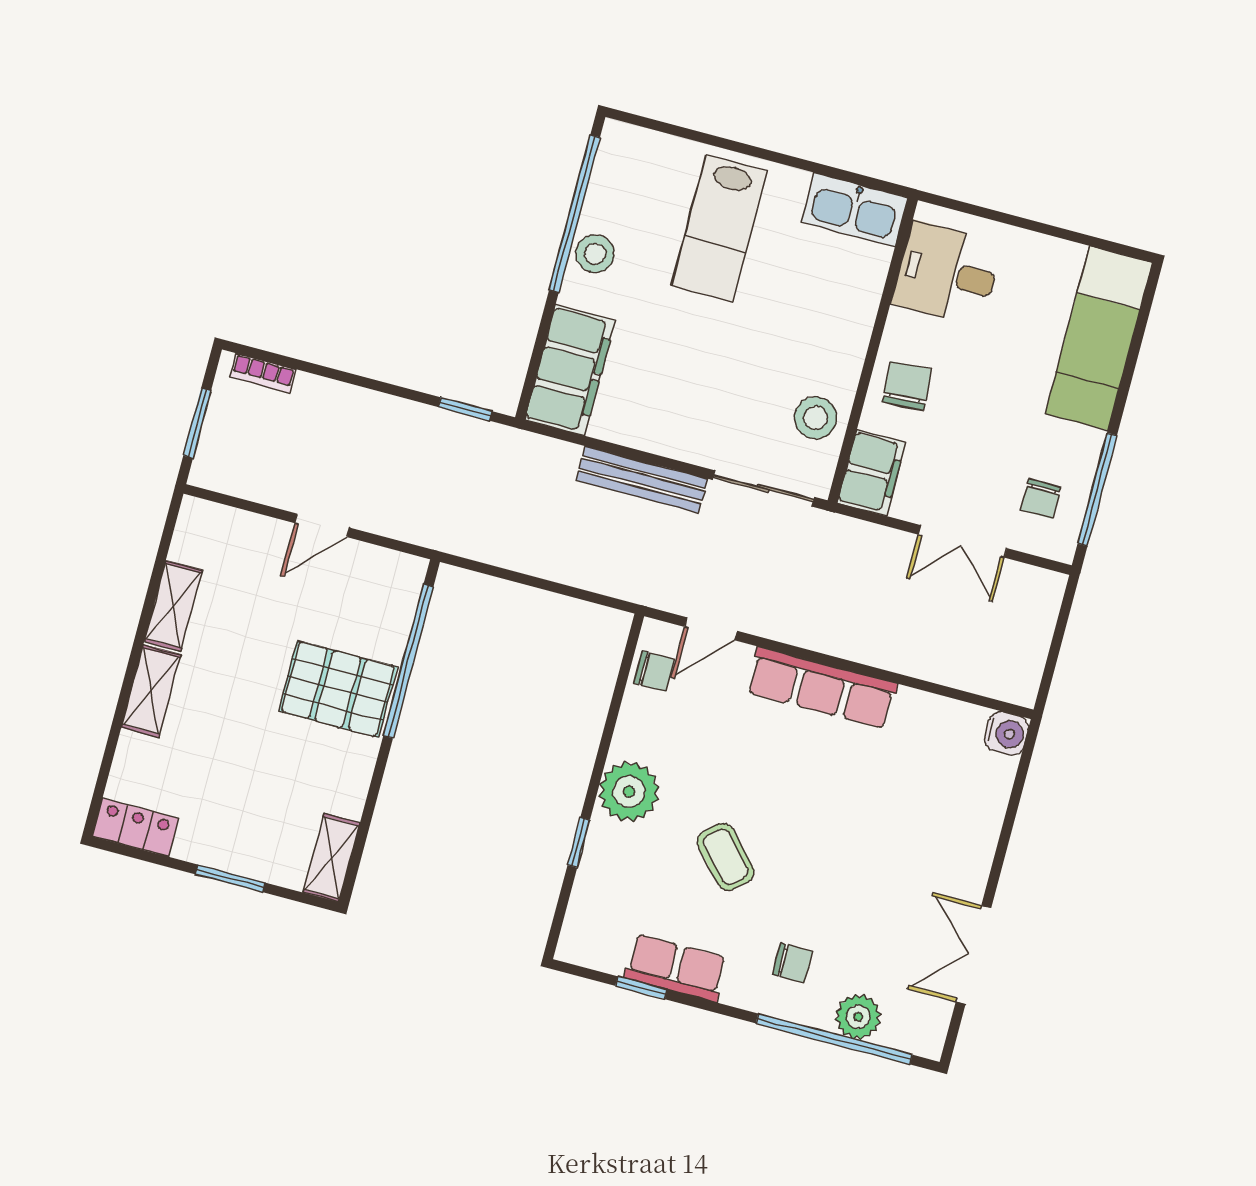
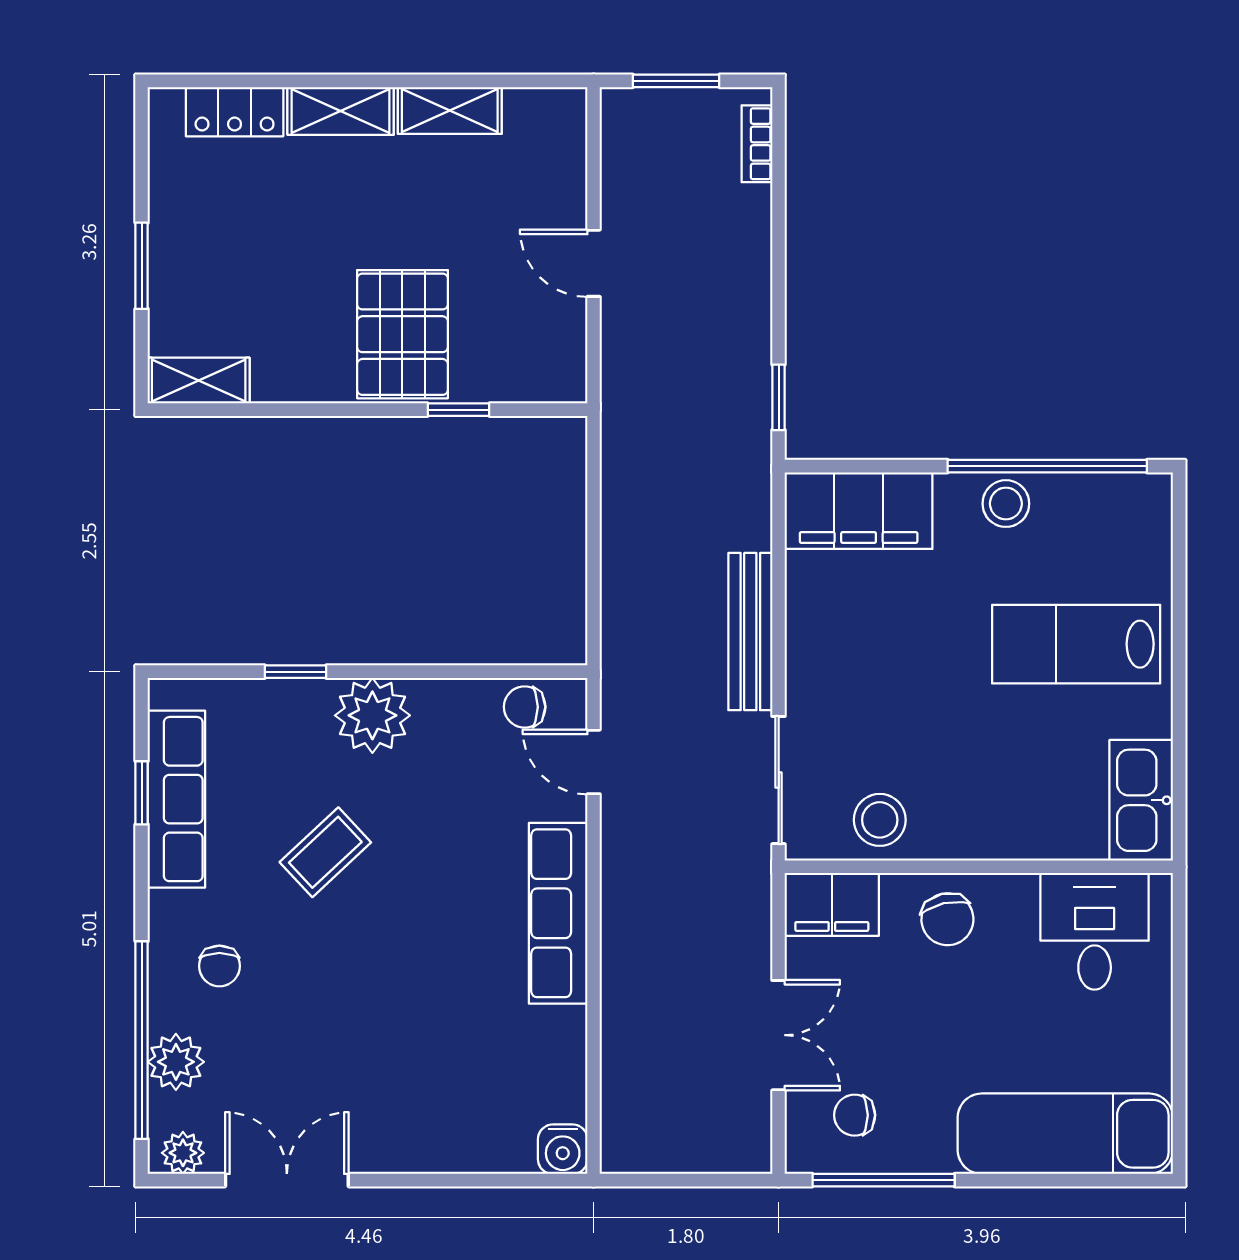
chair: (907, 386) -> (947, 919), turned 81
double door: (962, 541) -> (779, 1035), swing flipped
window: (408, 661) -> (458, 410), width x0.32
chair: (654, 671) -> (525, 707), turned 90
locker: (135, 827) -> (235, 112), moved, turned 90
row of seats: (676, 968) -> (176, 799), width x1.48
plant: (931, 1030) -> (183, 1153), added

